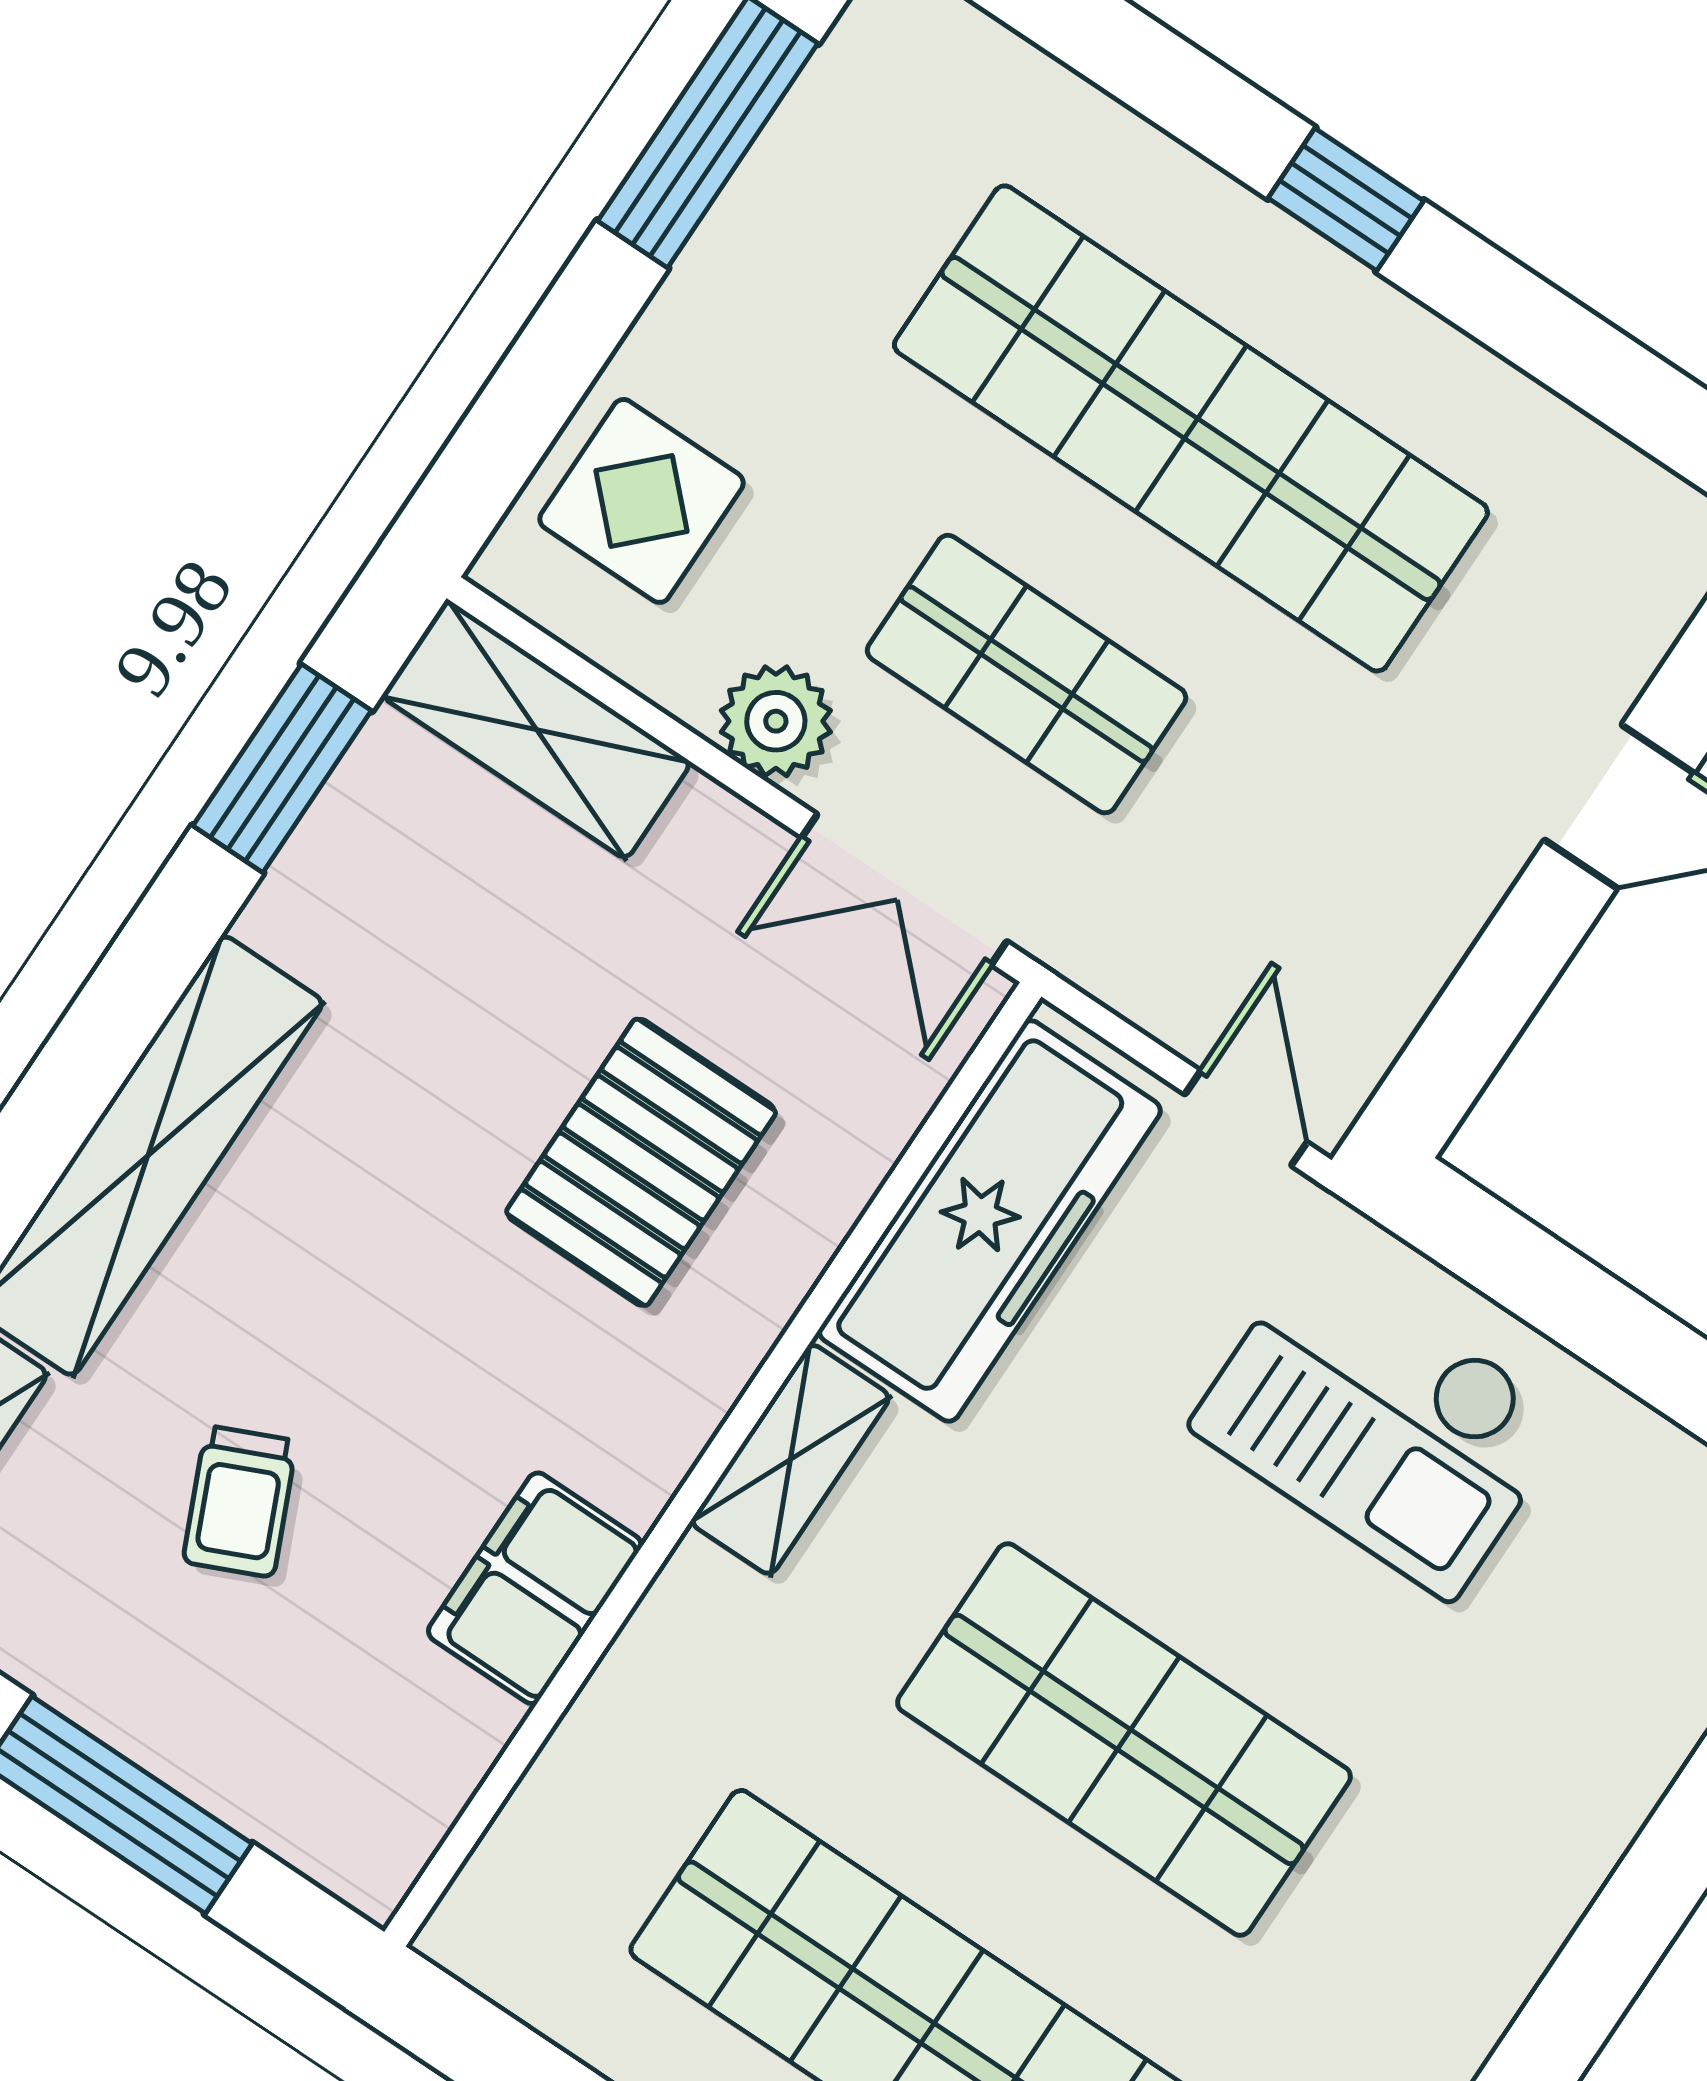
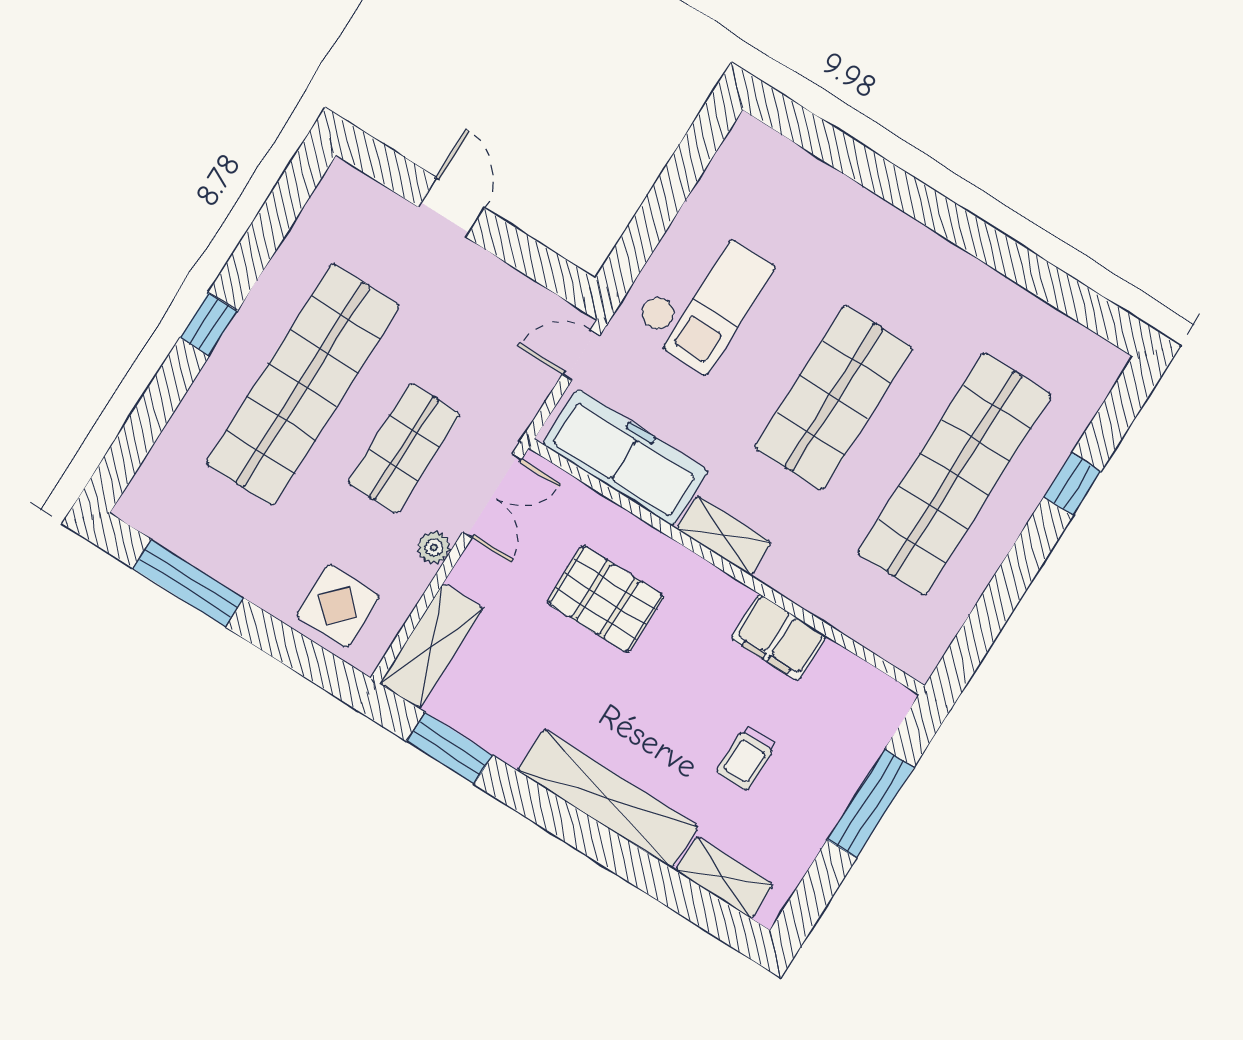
plant: (776, 721) -> (434, 547), width x0.73, depth x0.73
trolley: (240, 1502) -> (747, 758), turned 114

